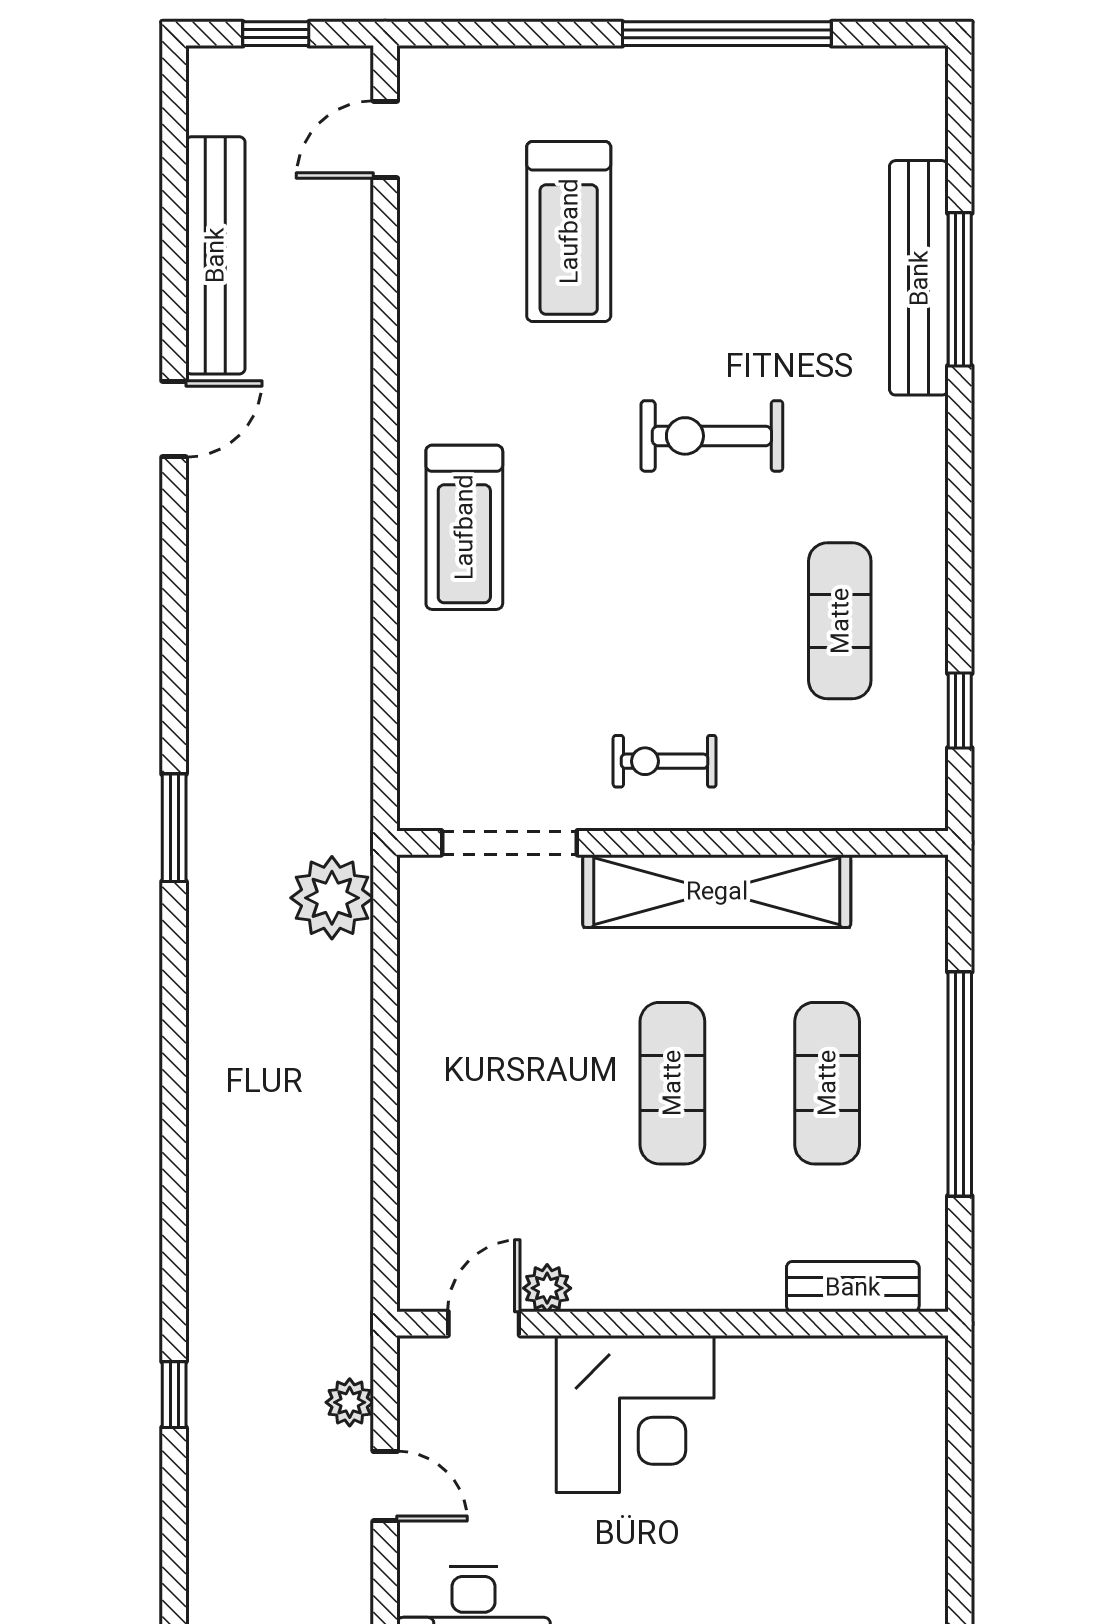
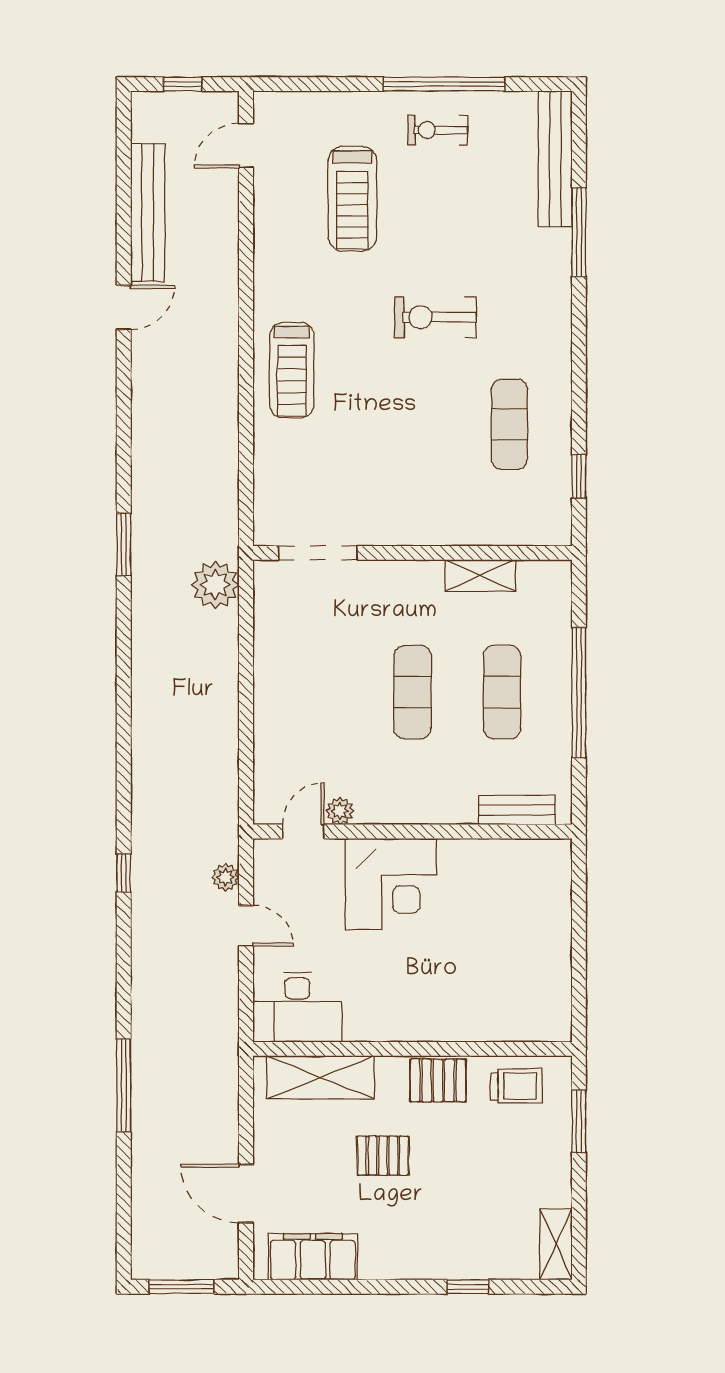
bench: (919, 278) -> (555, 159), moved
exercise bike: (665, 761) -> (438, 130), moved
shelving: (717, 891) -> (480, 576), width x0.45, depth x0.75

